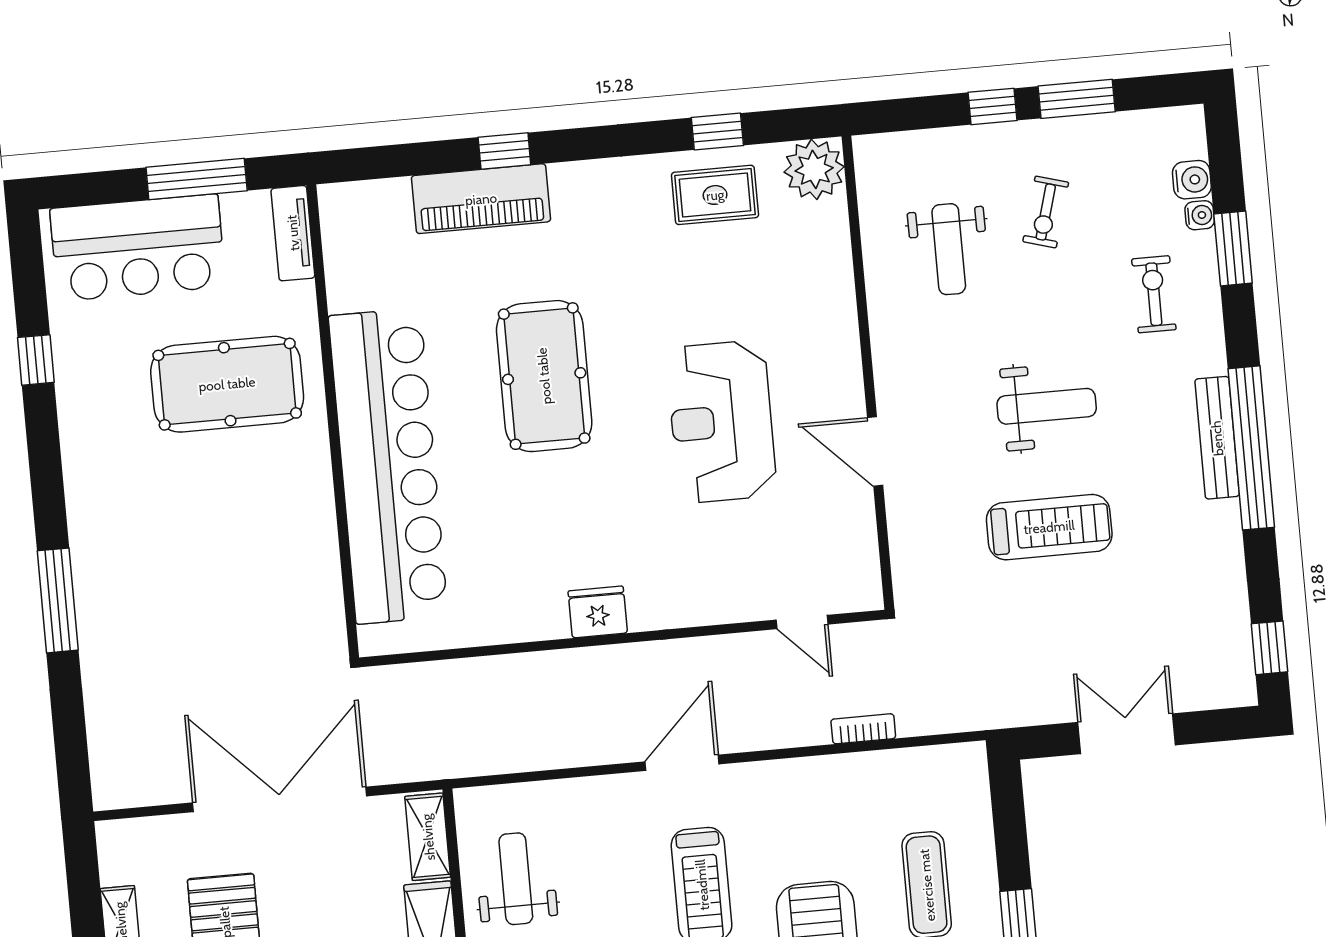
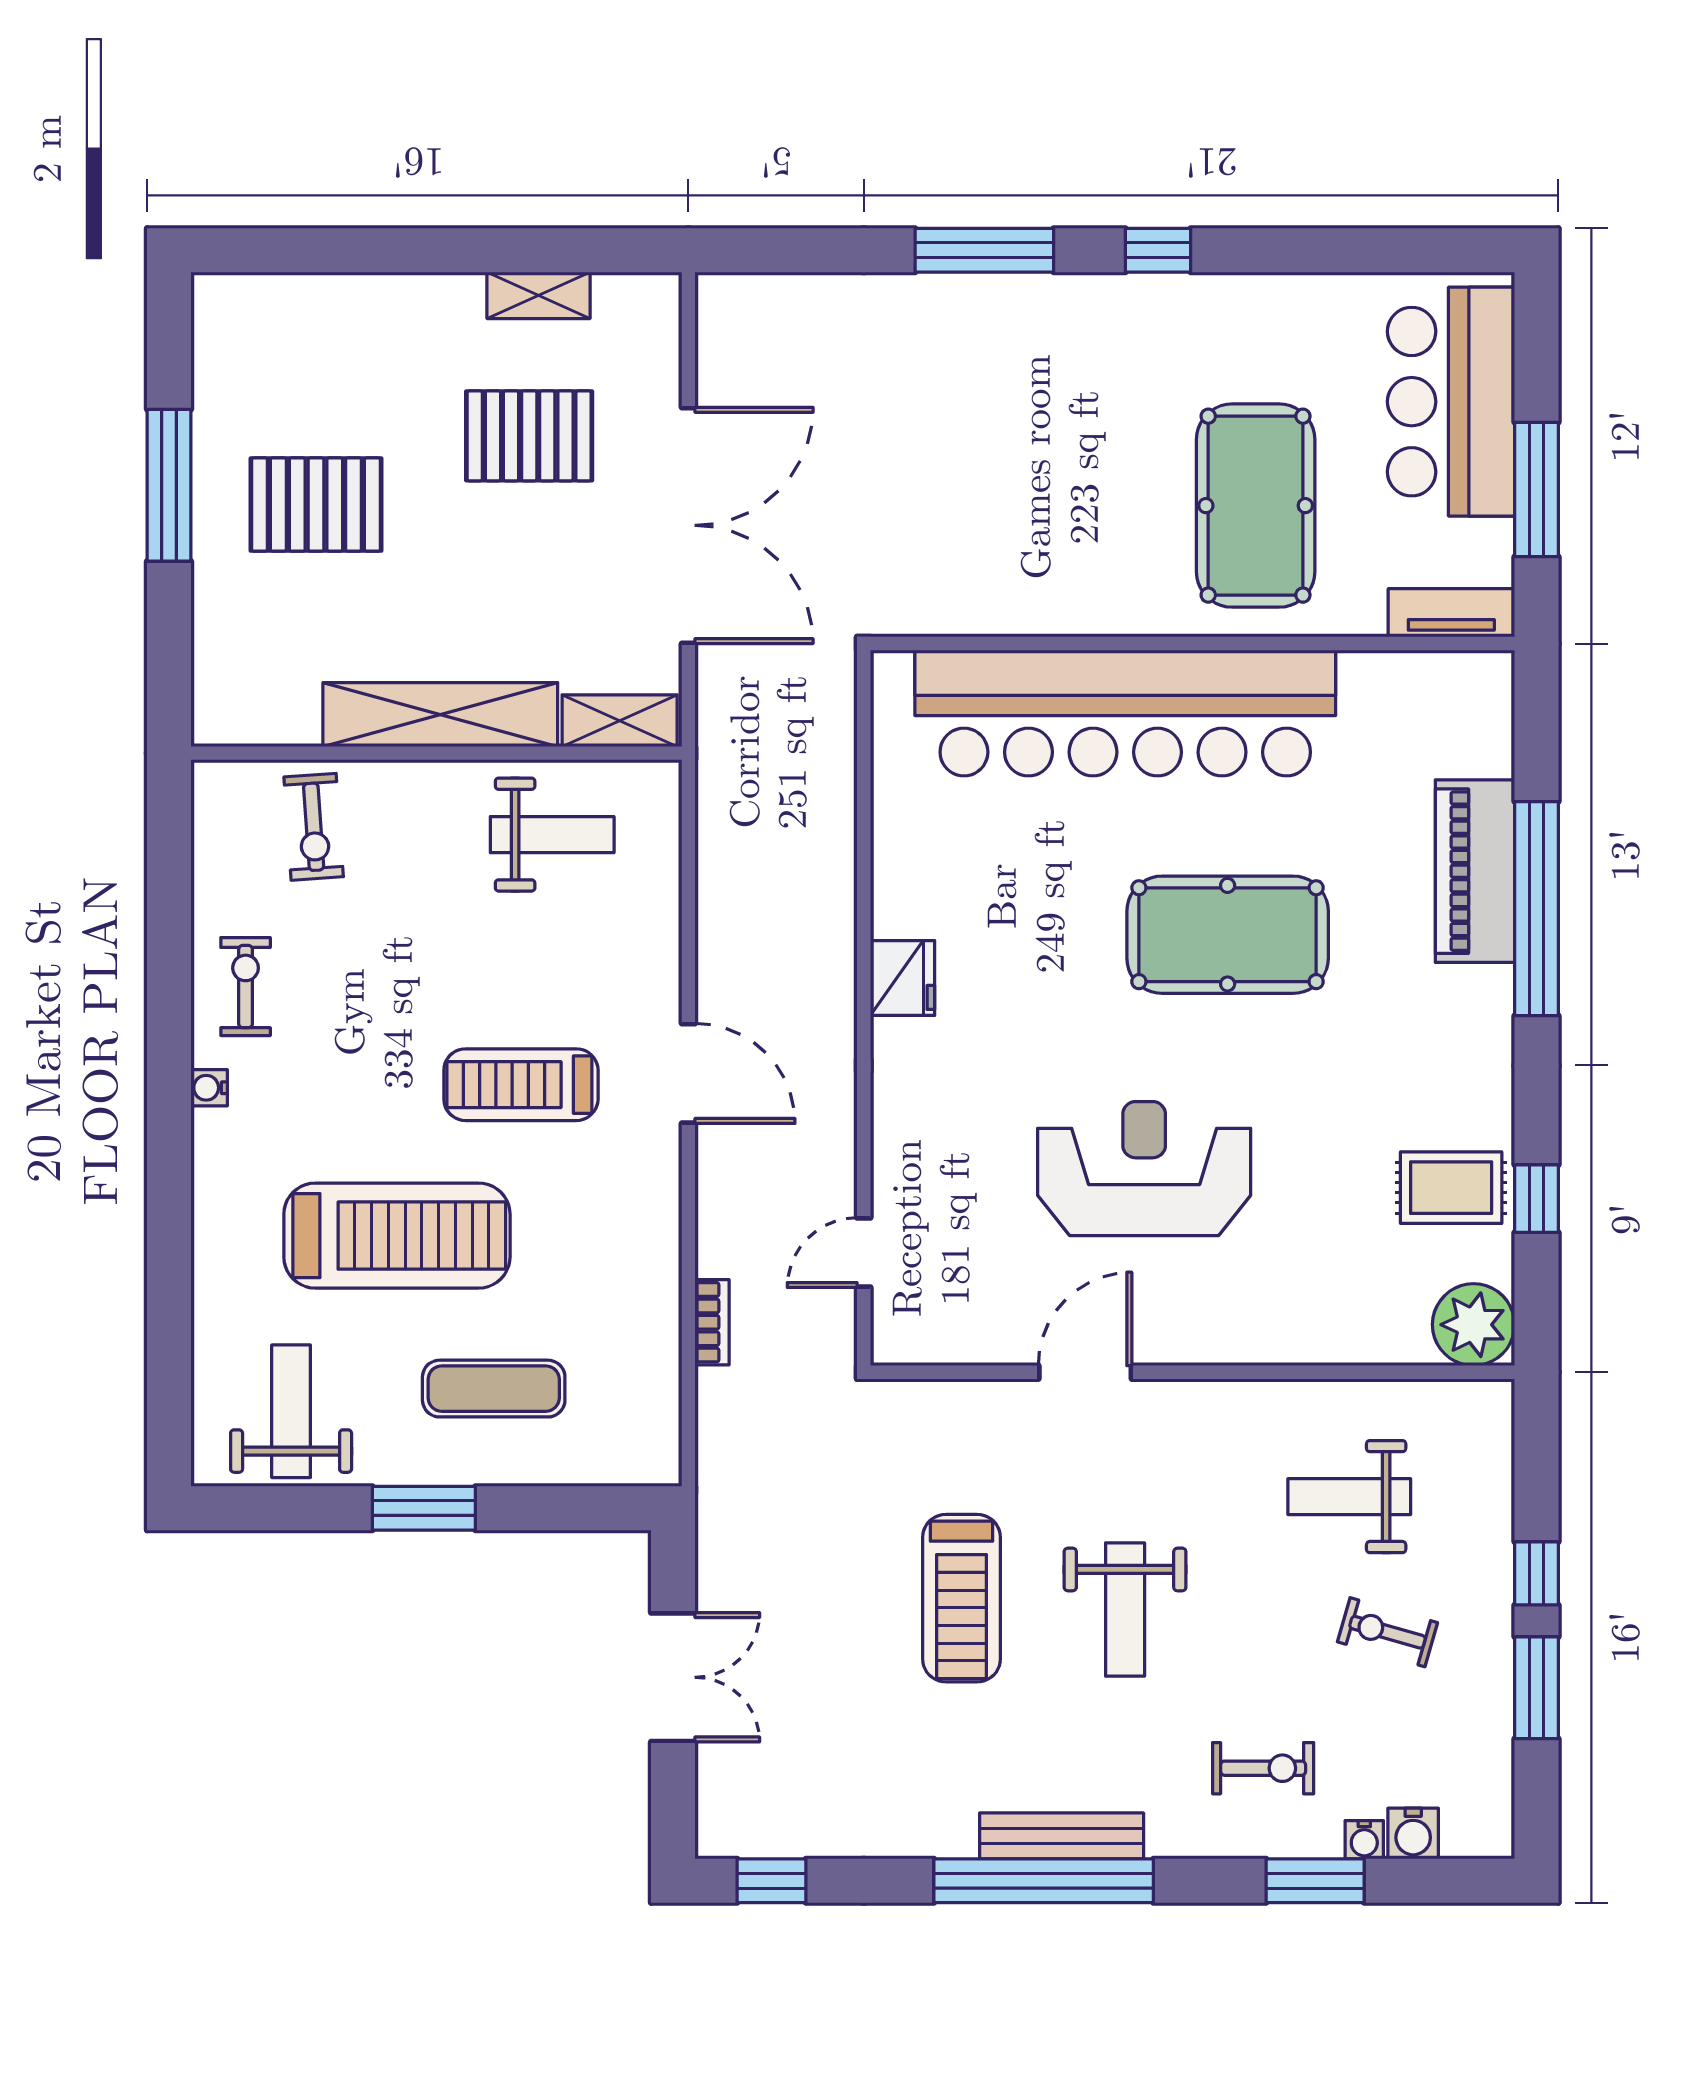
window: (504, 151) -> (1537, 909), width x3.17
rug: (715, 195) -> (1451, 1188), turned 90
window: (36, 360) -> (1158, 250), moved

